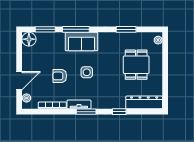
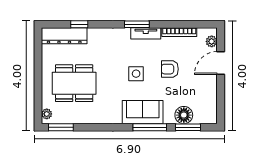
window: (126, 29) -> (61, 127), moved
floor lamp: (29, 39) -> (184, 115), moved
dining table: (136, 65) -> (74, 83), width x1.38
armchair: (60, 76) -> (170, 69), turned 180
window: (119, 112) -> (79, 24), moved

